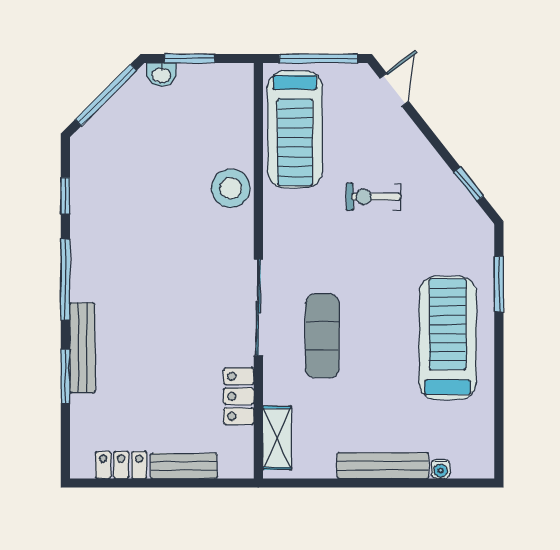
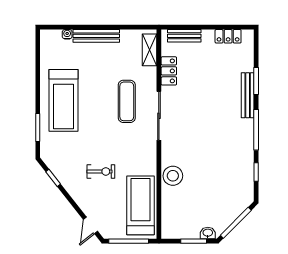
bench: (184, 466) -> (184, 36), moved

